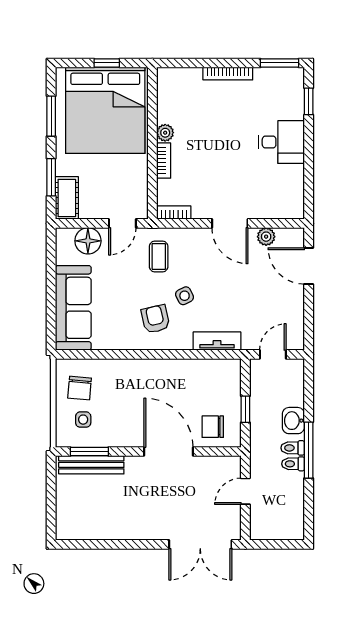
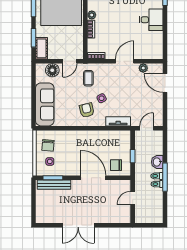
door: (230, 223) -> (125, 61), swing flipped
double door: (200, 544) -> (78, 225), moved

